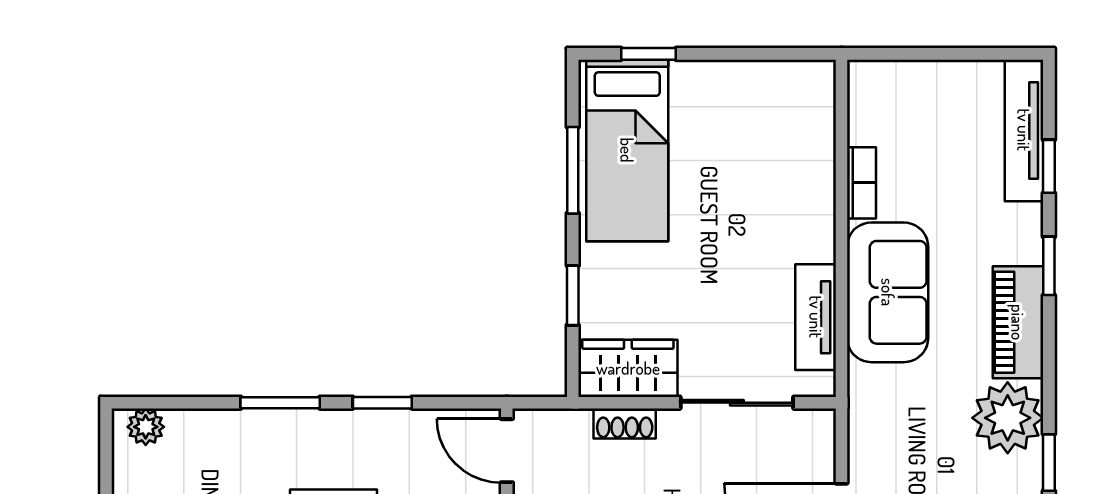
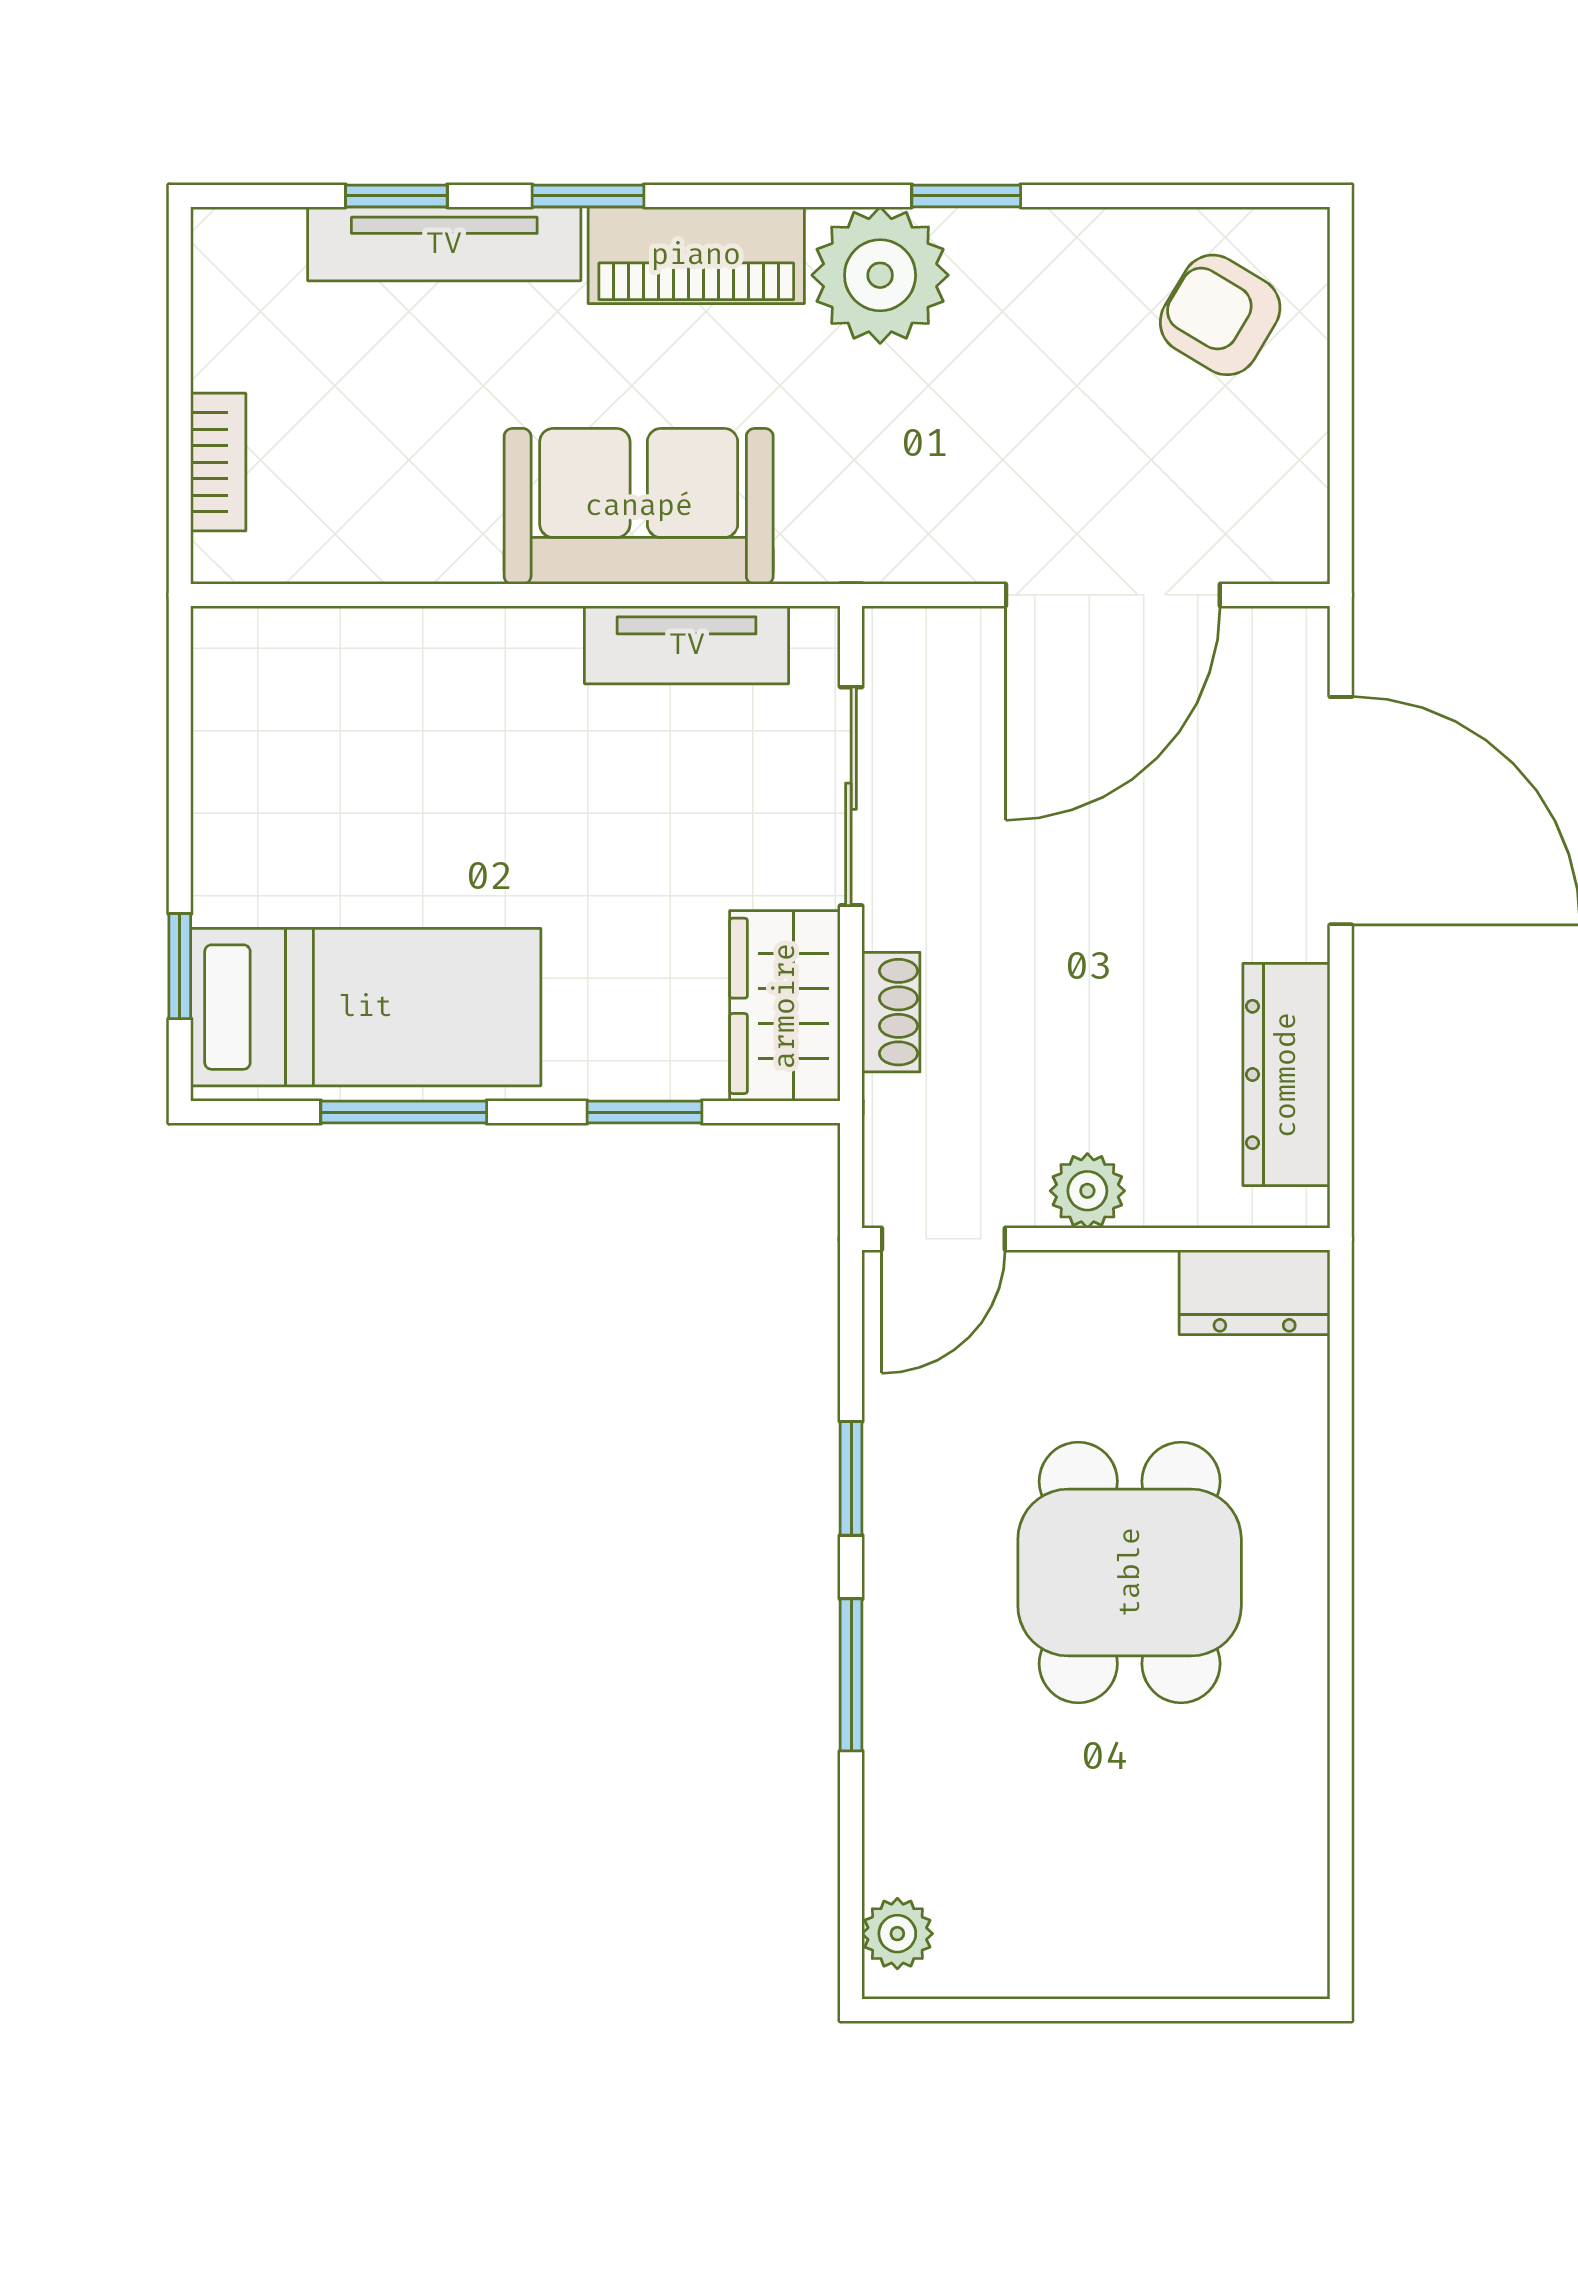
tv unit: (1024, 130) -> (444, 244), moved
bookcase: (861, 183) -> (218, 462), moved, turned 90

